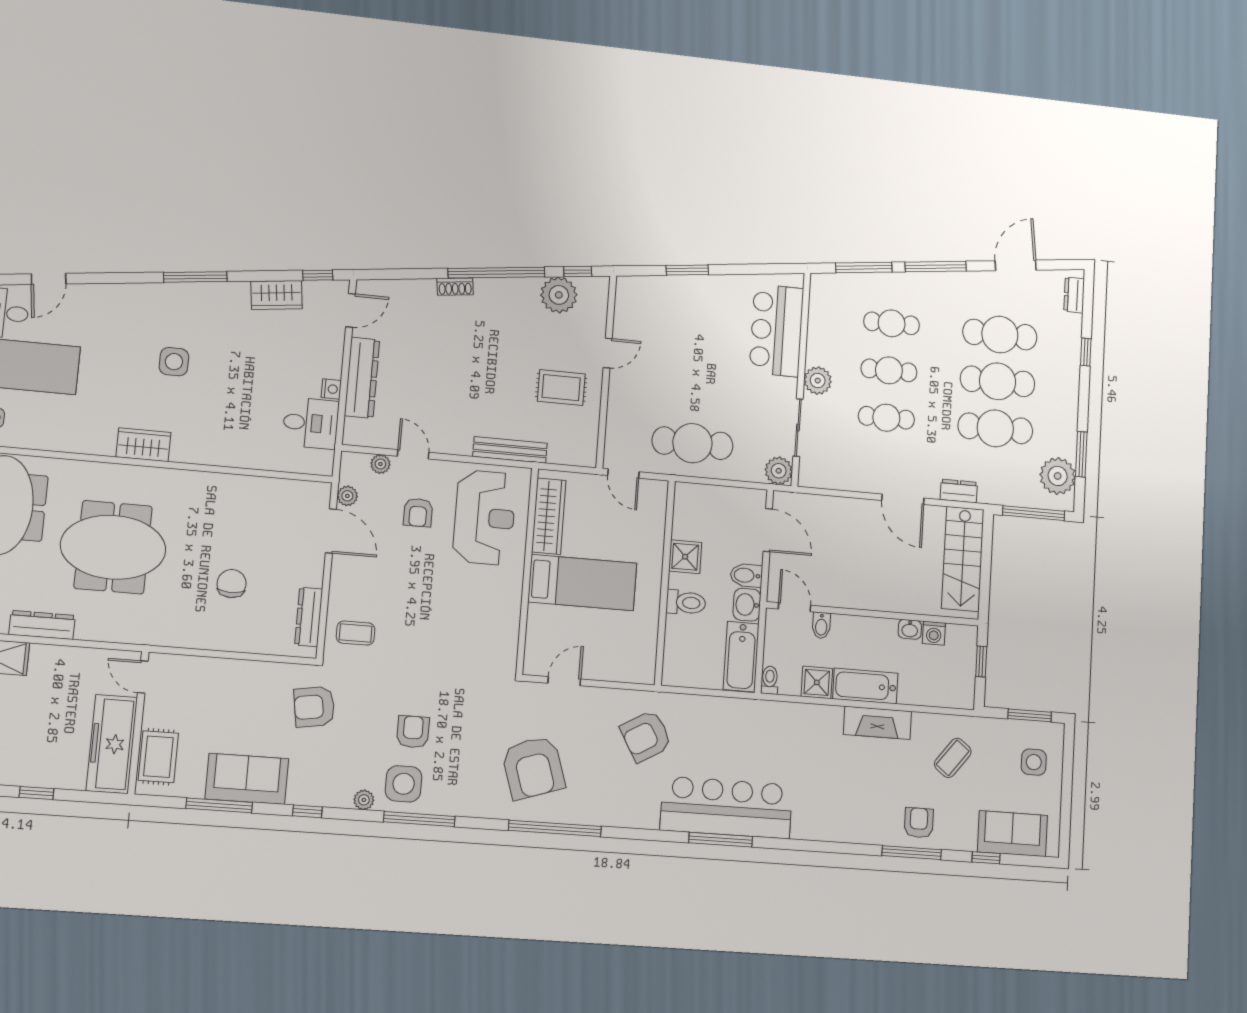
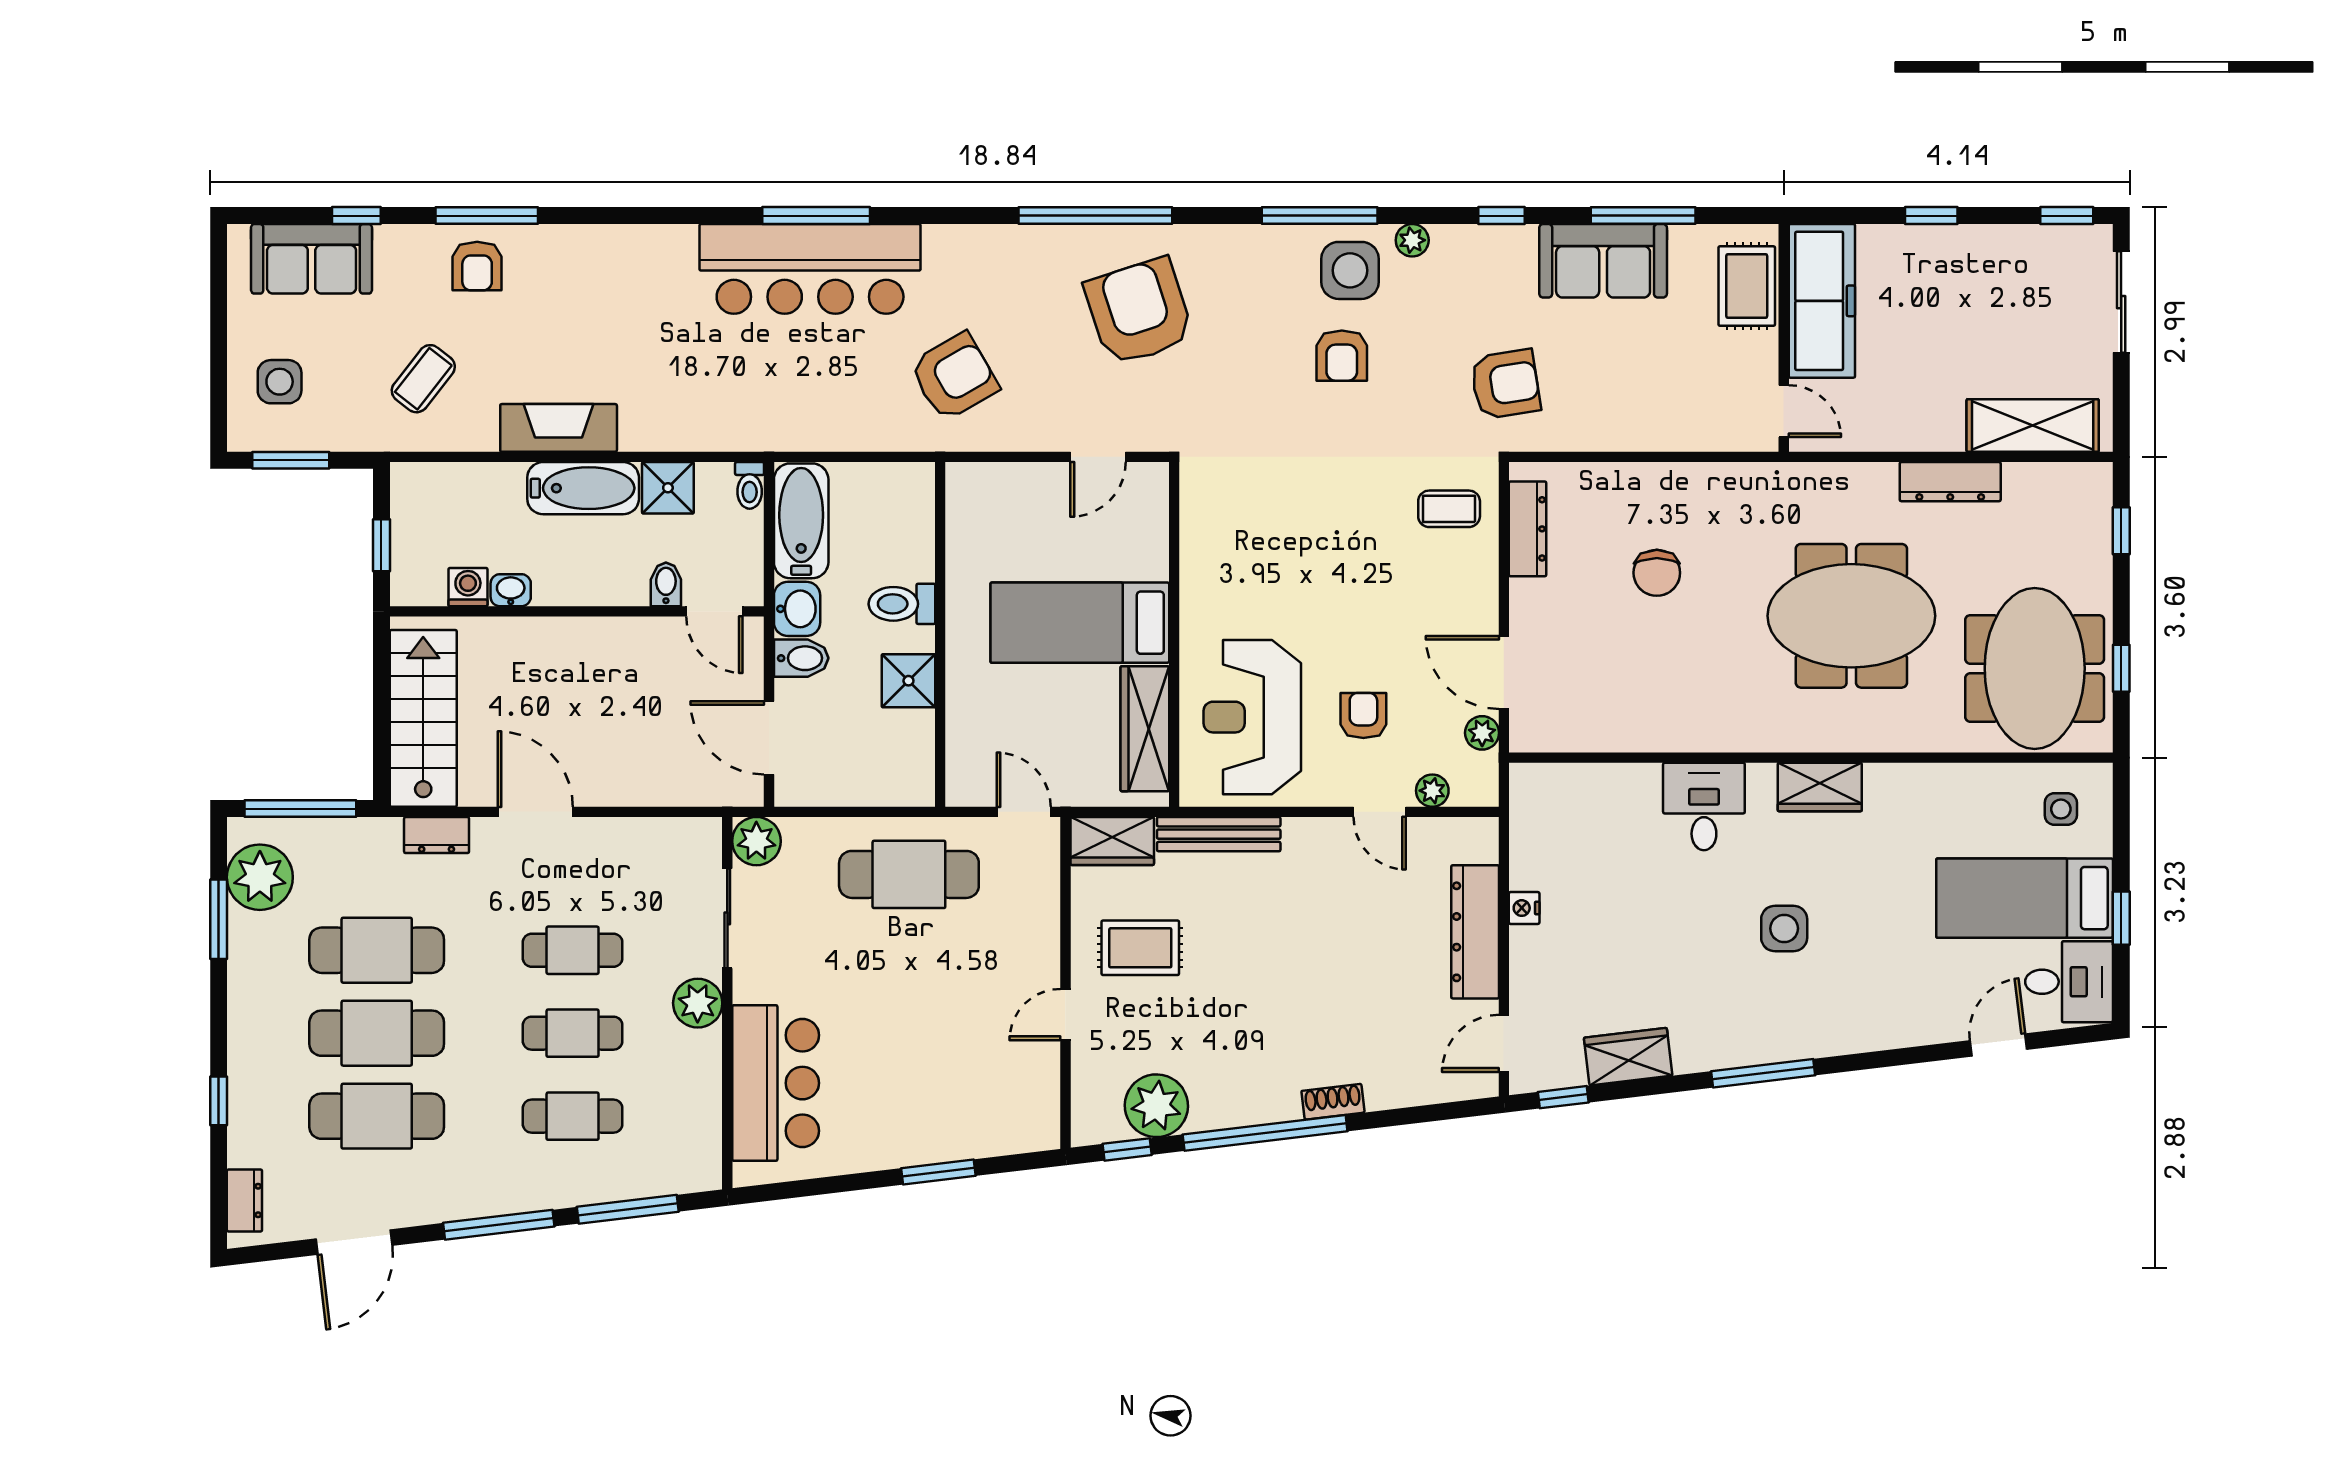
desk: (311, 423) -> (1704, 806), moved, turned 90
wardrobe: (573, 452) -> (1112, 841), added

